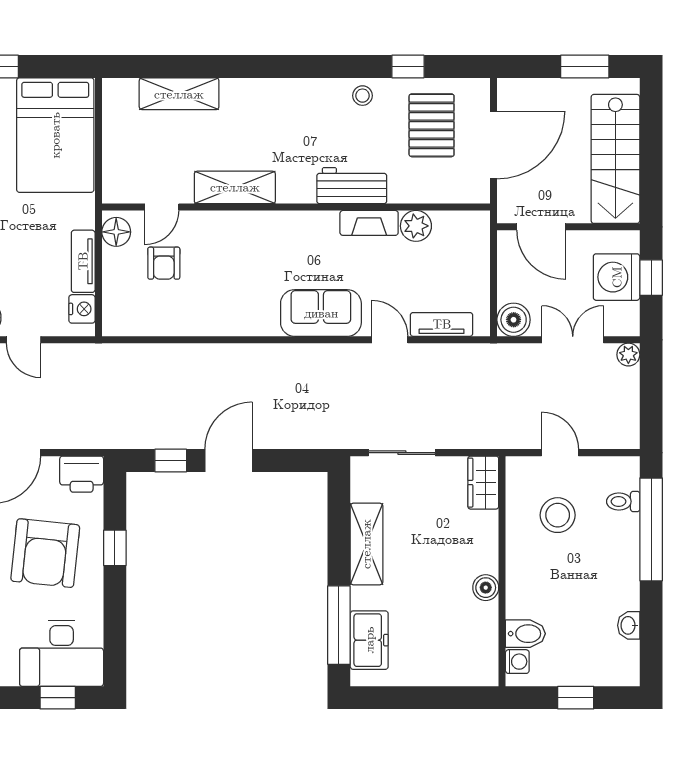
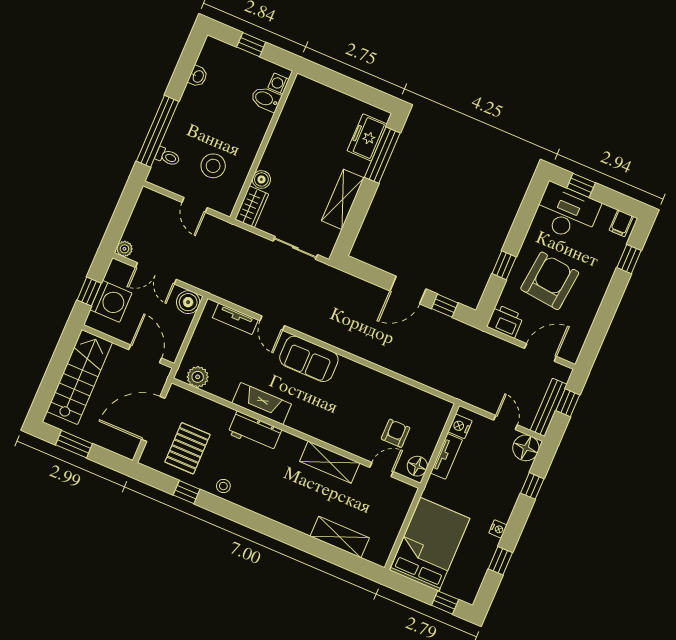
fireplace: (369, 223) -> (262, 404), width x1.37, depth x1.32
plant: (416, 226) -> (198, 377), moved
boiler: (486, 588) -> (261, 179), moved

